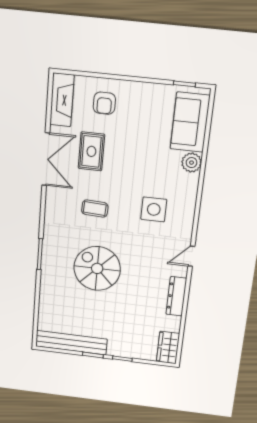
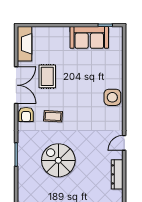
armchair: (104, 103) -> (26, 114), moved
sofa: (190, 122) -> (89, 37), moved, turned -90
plant: (191, 163) -> (116, 77), removed
side table: (154, 209) -> (112, 97), moved

